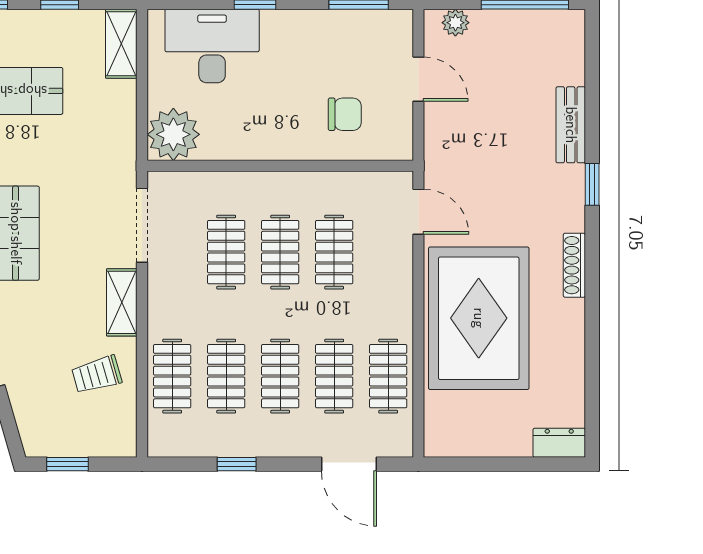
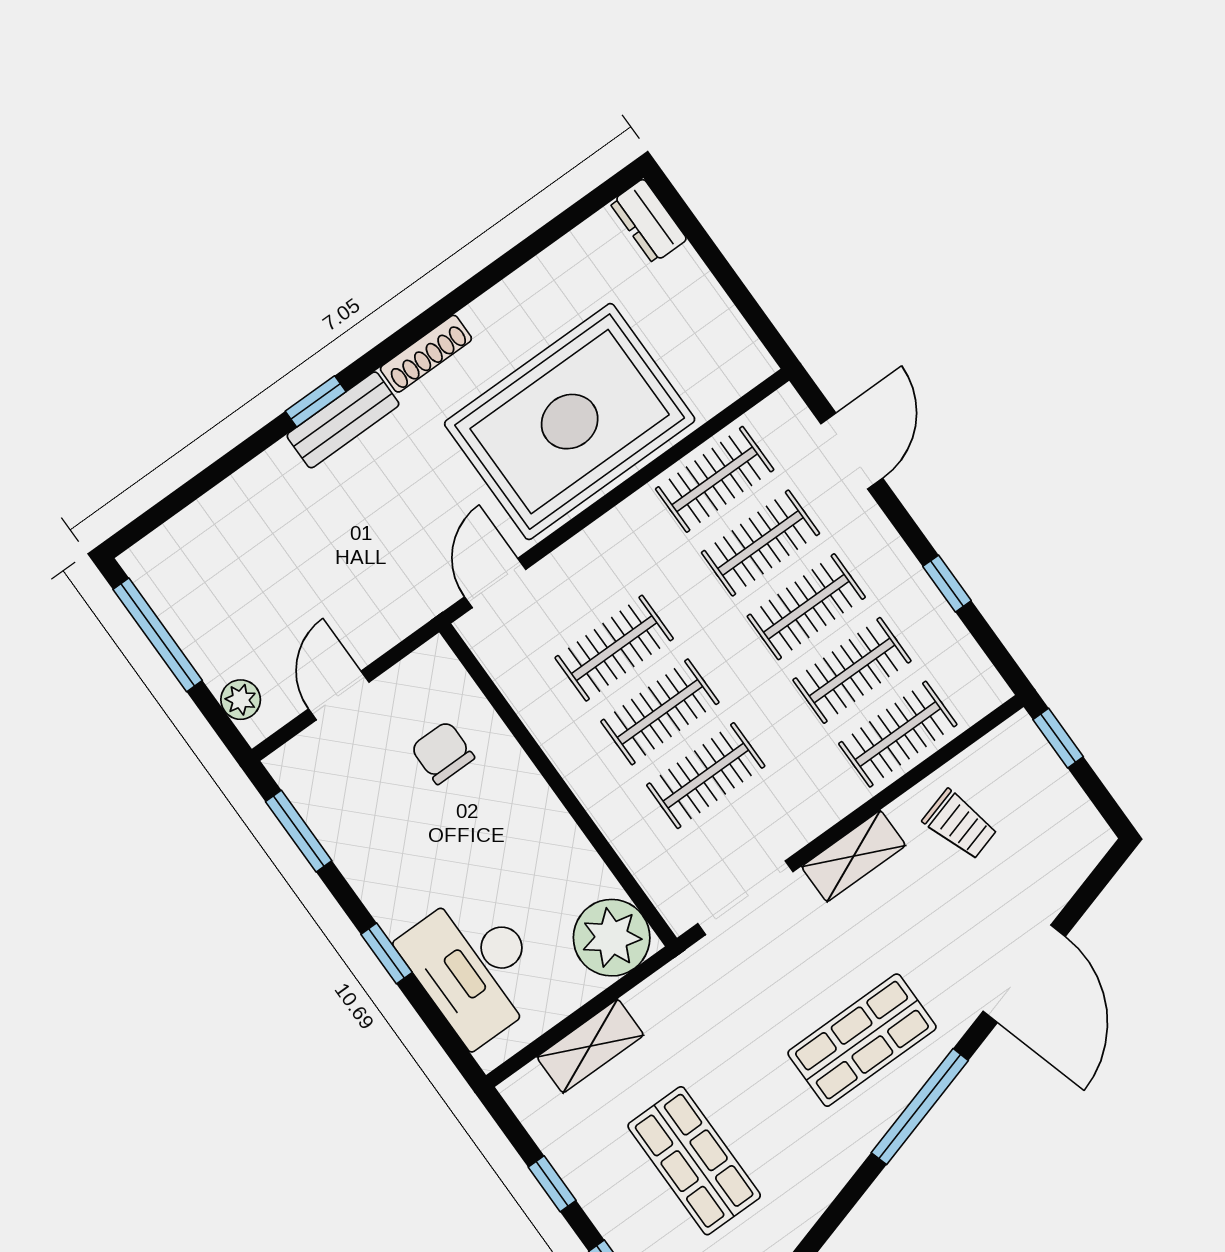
shelving: (121, 44) -> (590, 1046), moved
bench: (571, 125) -> (343, 420), moved
window: (67, 464) -> (1058, 738), moved

